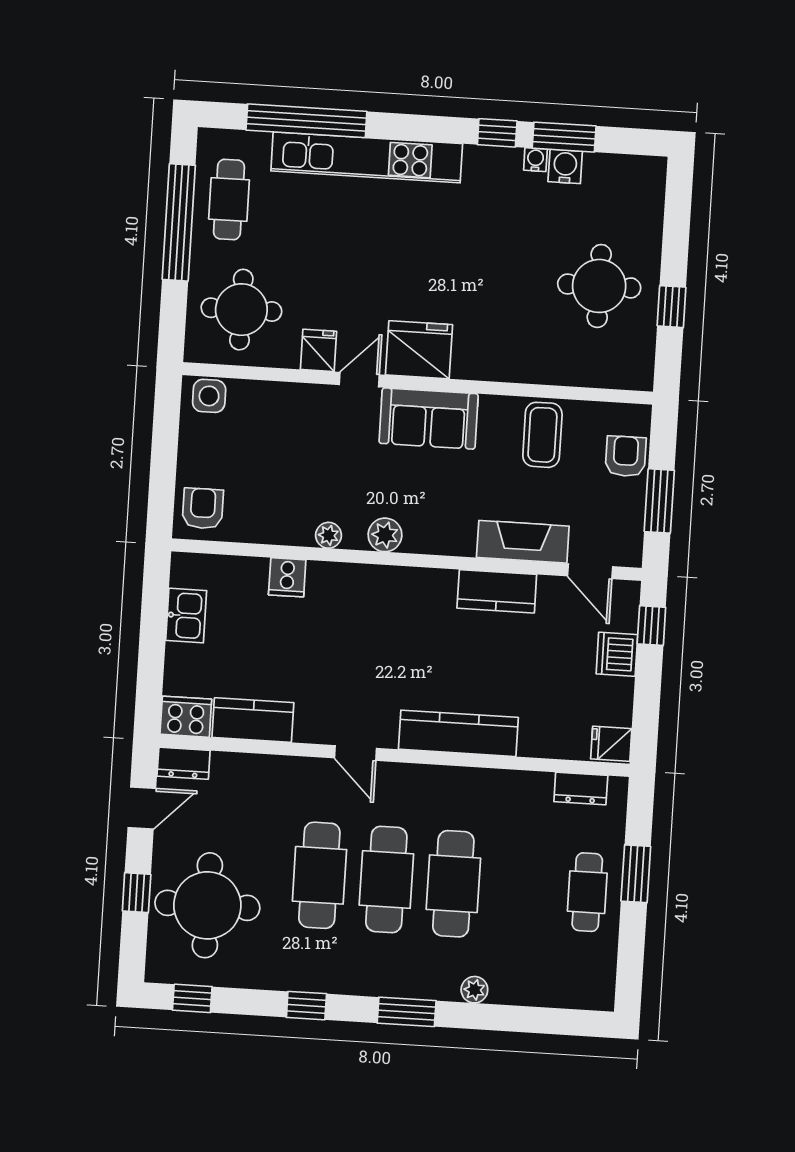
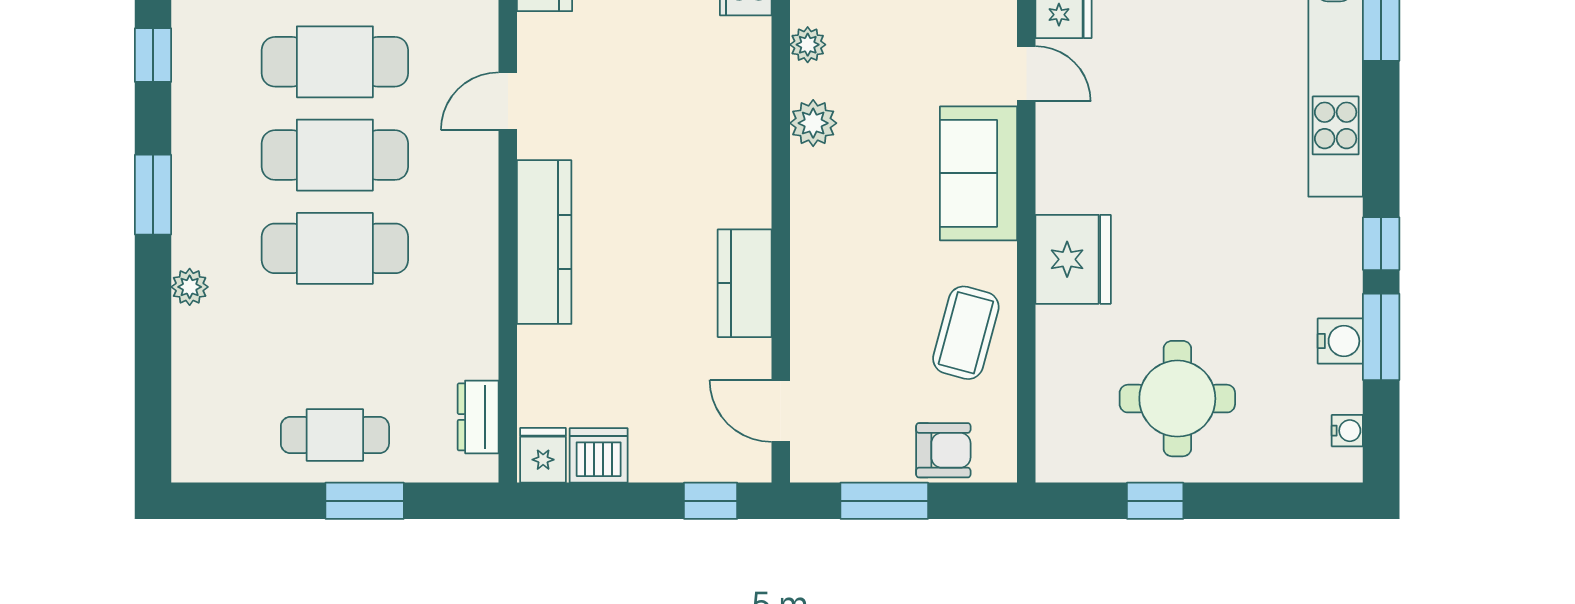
water cooler: (535, 160) -> (1347, 431), moved
fridge: (419, 350) -> (1073, 259), moved
coffee table: (542, 435) -> (966, 333), turned -75
fireplace: (523, 542) -> (816, 315), removed
door: (590, 571) -> (781, 411), hinge flipped
dishwasher: (617, 654) -> (599, 455), moved

